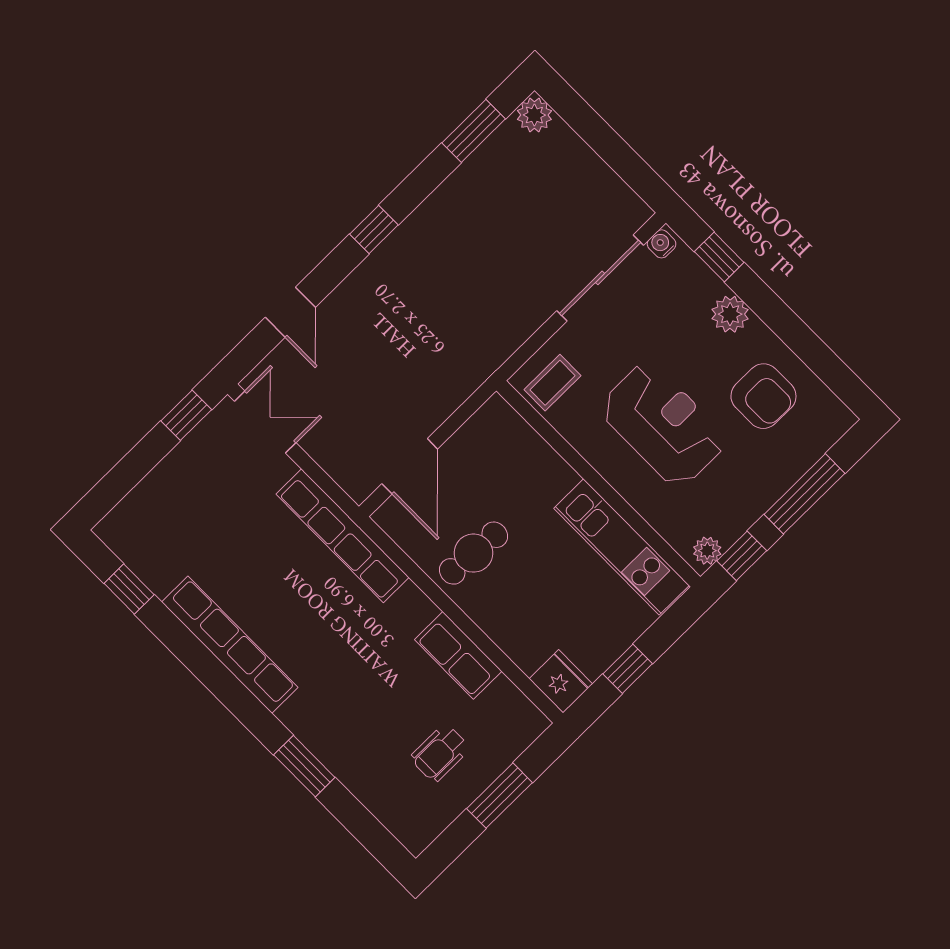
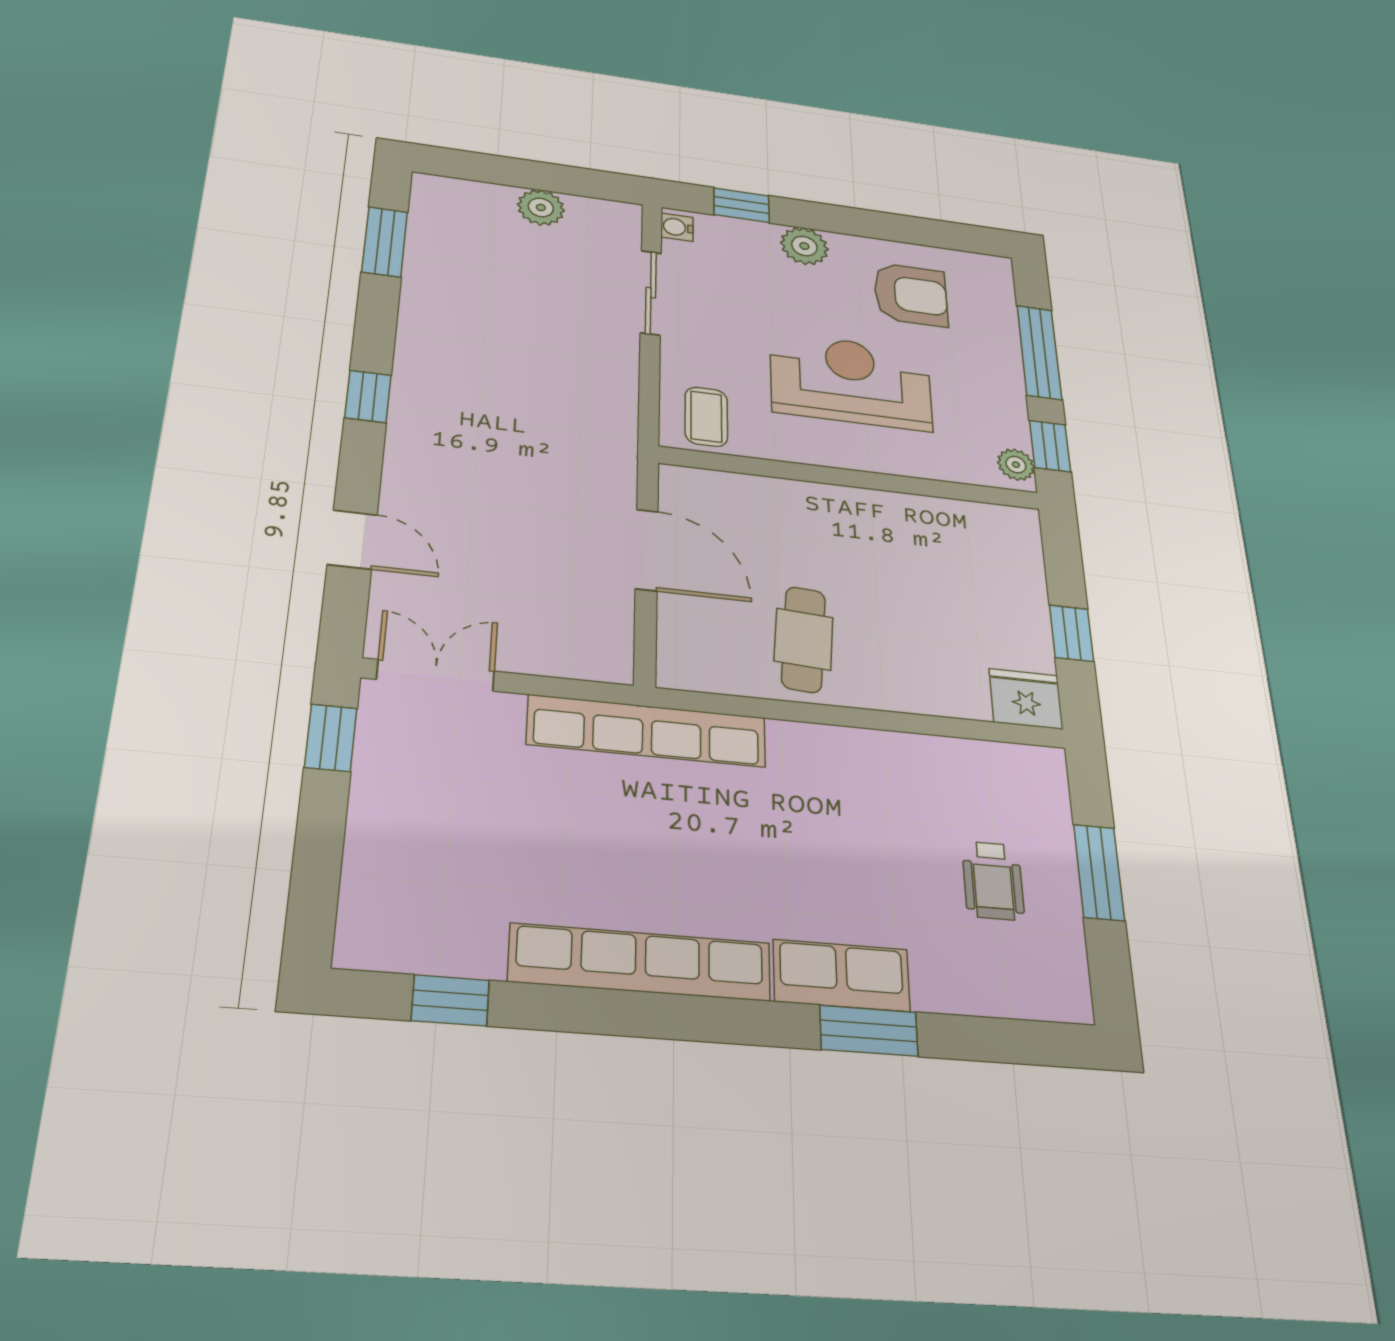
plant: (534, 115) -> (541, 207), moved
sliding door: (600, 278) -> (651, 293), width x0.73
door: (410, 466) -> (647, 550), moved
kitchen unit: (621, 547) -> (937, 521), removed
row of seats: (458, 655) -> (842, 975), moved, turned 180

